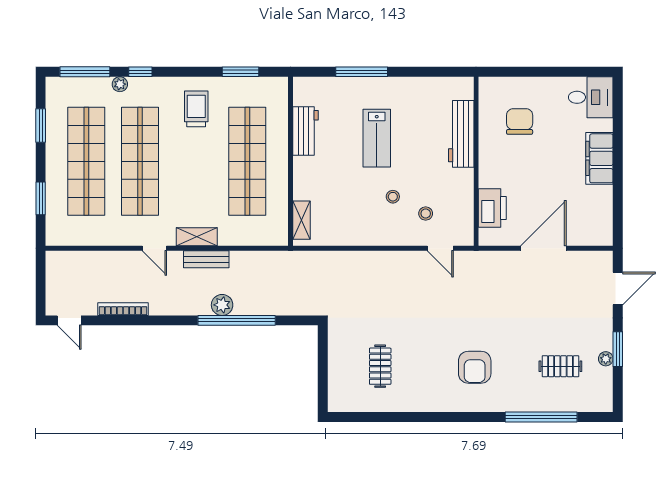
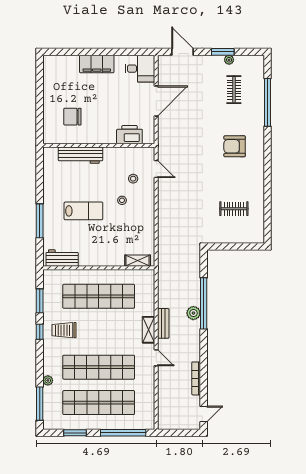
window: (140, 72) -> (40, 332), moved
desk: (591, 97) -> (140, 69), moved, turned 90
workbench: (305, 131) -> (62, 258), moved
window: (41, 198) -> (123, 433), width x2.11
door: (154, 248) -> (156, 358), hinge flipped
door: (440, 248) -> (156, 169), hinge flipped
door: (543, 248) -> (156, 101), swing flipped
armchair: (475, 367) -> (235, 146), turned 180

